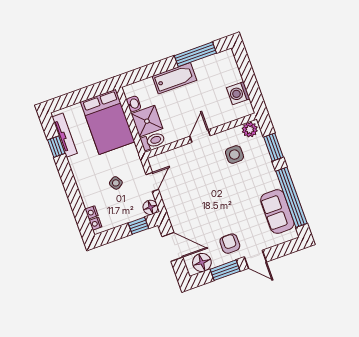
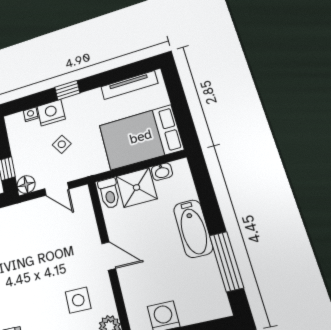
window: (56, 147) -> (67, 90), moved
nightstand: (95, 224) -> (51, 113), moved, width x1.89, depth x1.79

